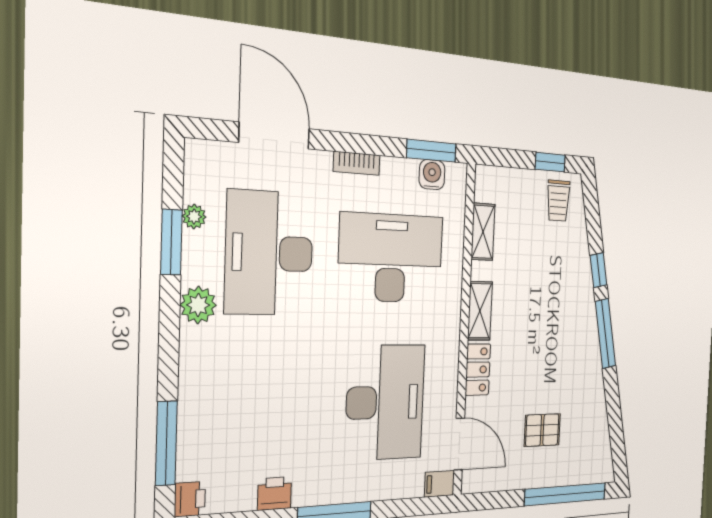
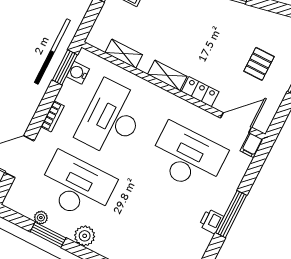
desk: (269, 253) -> (77, 187), turned 180
printer: (275, 493) -> (211, 221), moved

